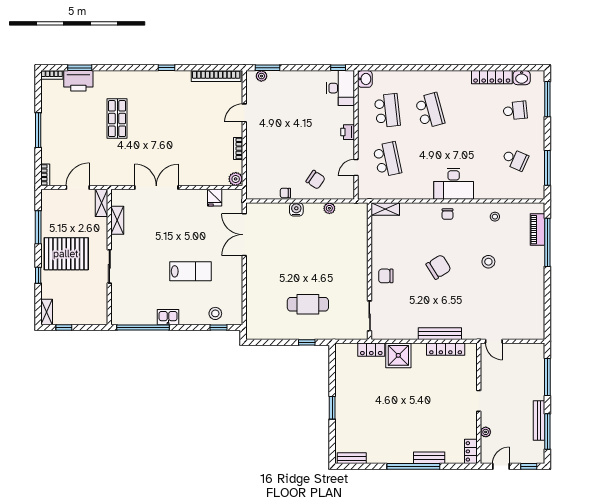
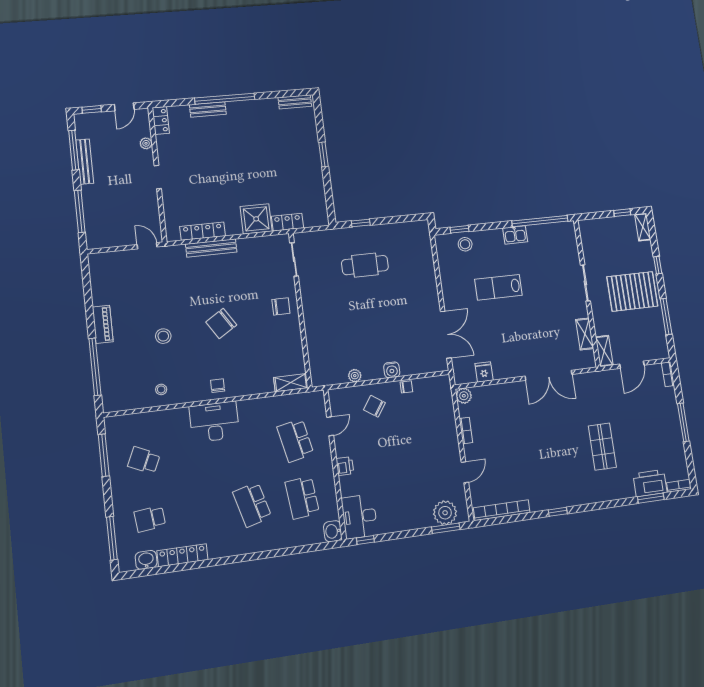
plant: (261, 76) -> (445, 513), width x1.87, depth x1.87
piano: (538, 230) -> (103, 324), moved

